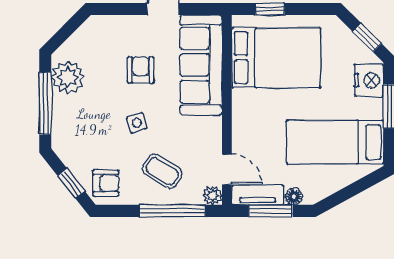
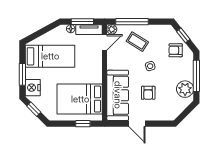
door: (227, 170) -> (105, 42), swing flipped
armchair: (106, 183) -> (176, 50), moved

